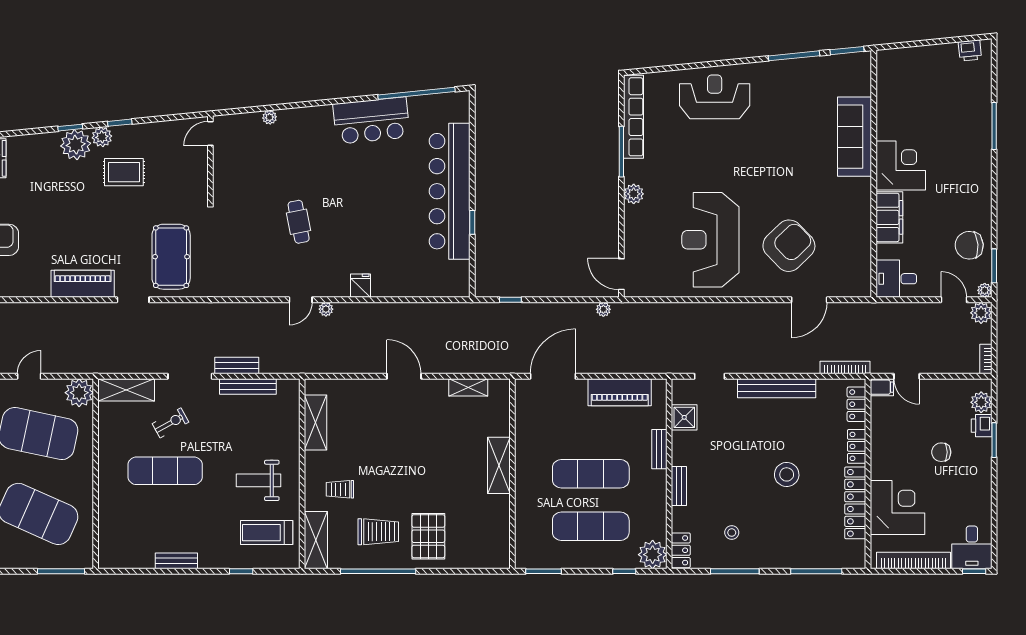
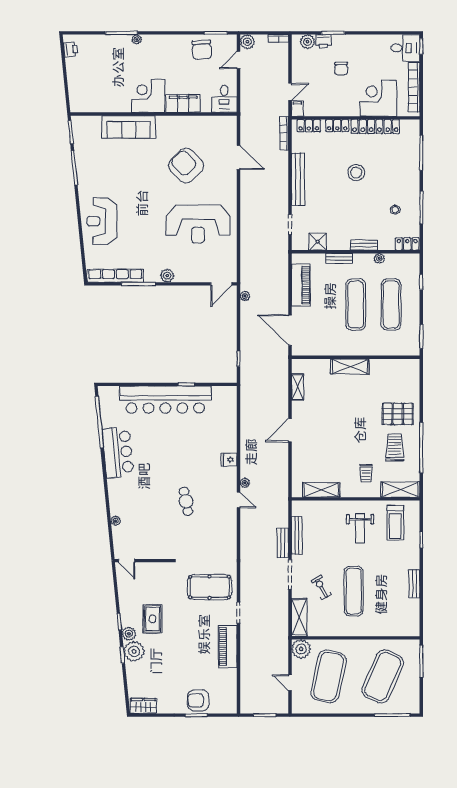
cafe table: (299, 222) -> (186, 501), turned 90
armchair: (789, 246) -> (186, 166), moved
plant: (985, 290) -> (137, 39), moved
plant: (653, 555) -> (379, 258), moved, width x0.53, depth x0.53

